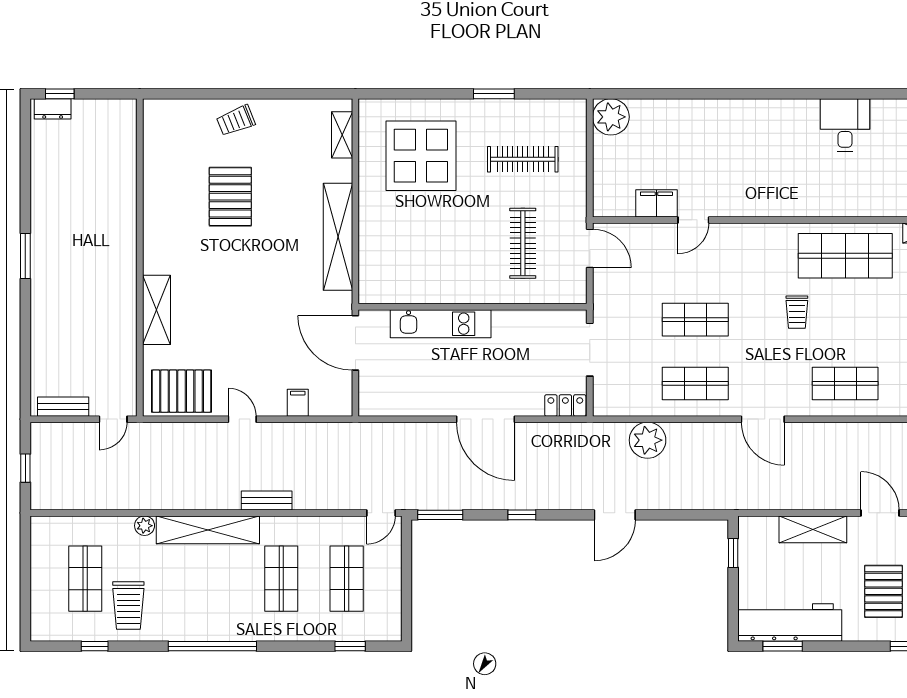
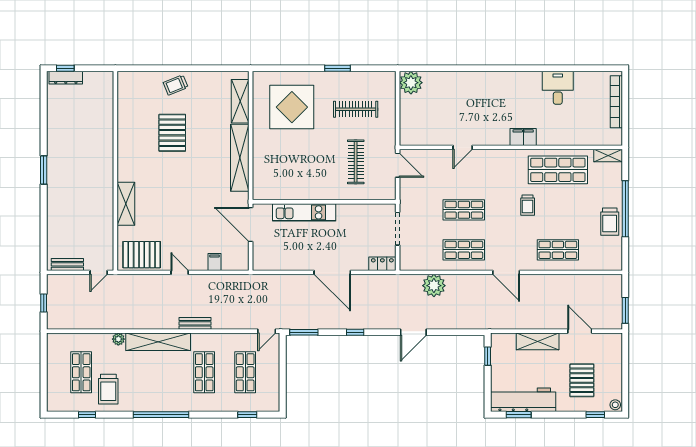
dresser: (53, 109) -> (66, 78), width x1.44
shelving: (342, 135) -> (240, 101), width x1.50, depth x1.33
filing cabinet: (656, 203) -> (523, 137), moved

